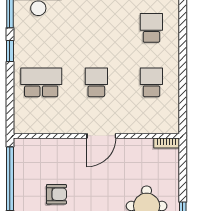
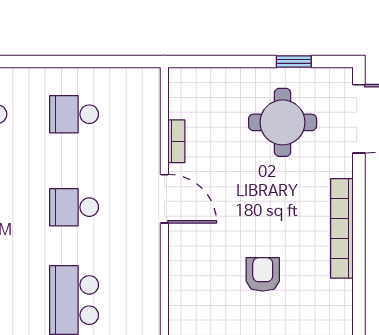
bookcase: (167, 143) -> (176, 141), moved

